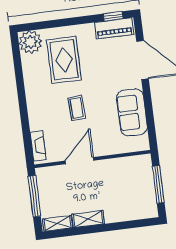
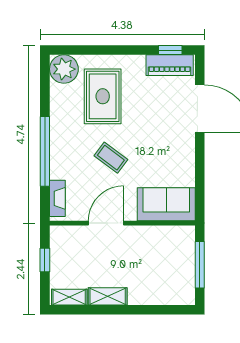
coffee table: (77, 108) -> (111, 158), turned -50
window: (23, 110) -> (45, 151), added
sofa: (132, 112) -> (166, 204), moved, turned 90
window: (34, 196) -> (45, 260), width x0.46

